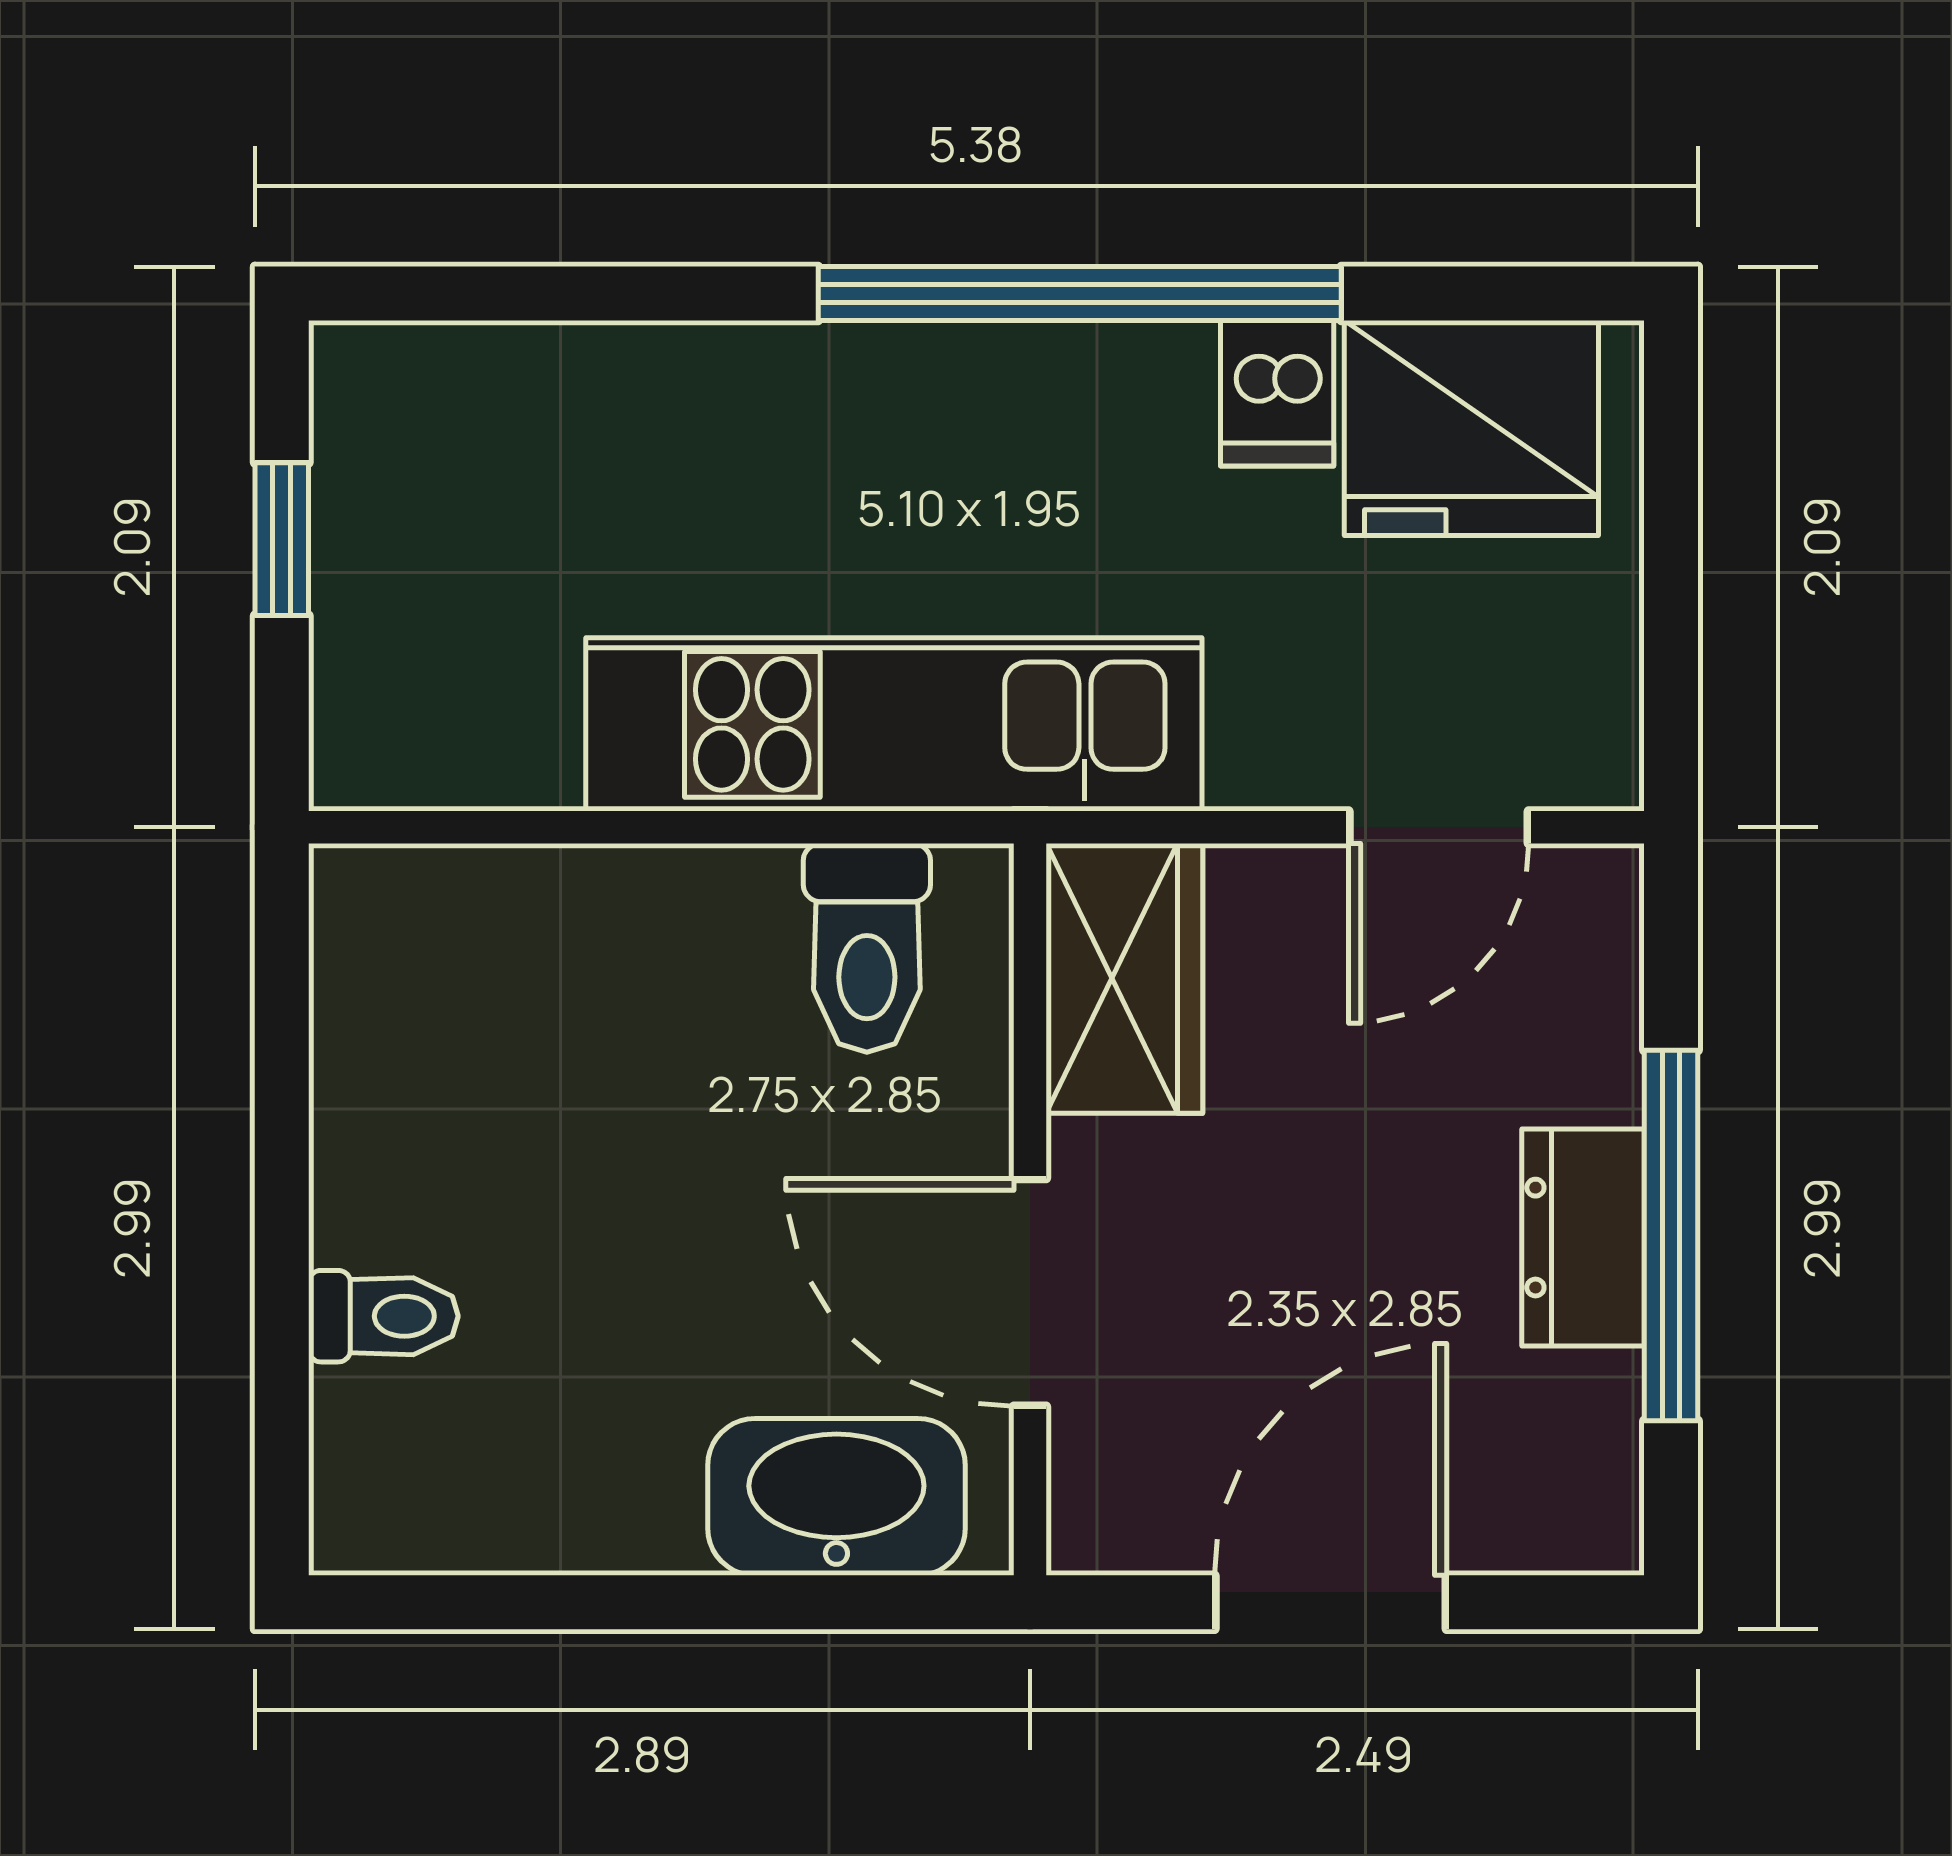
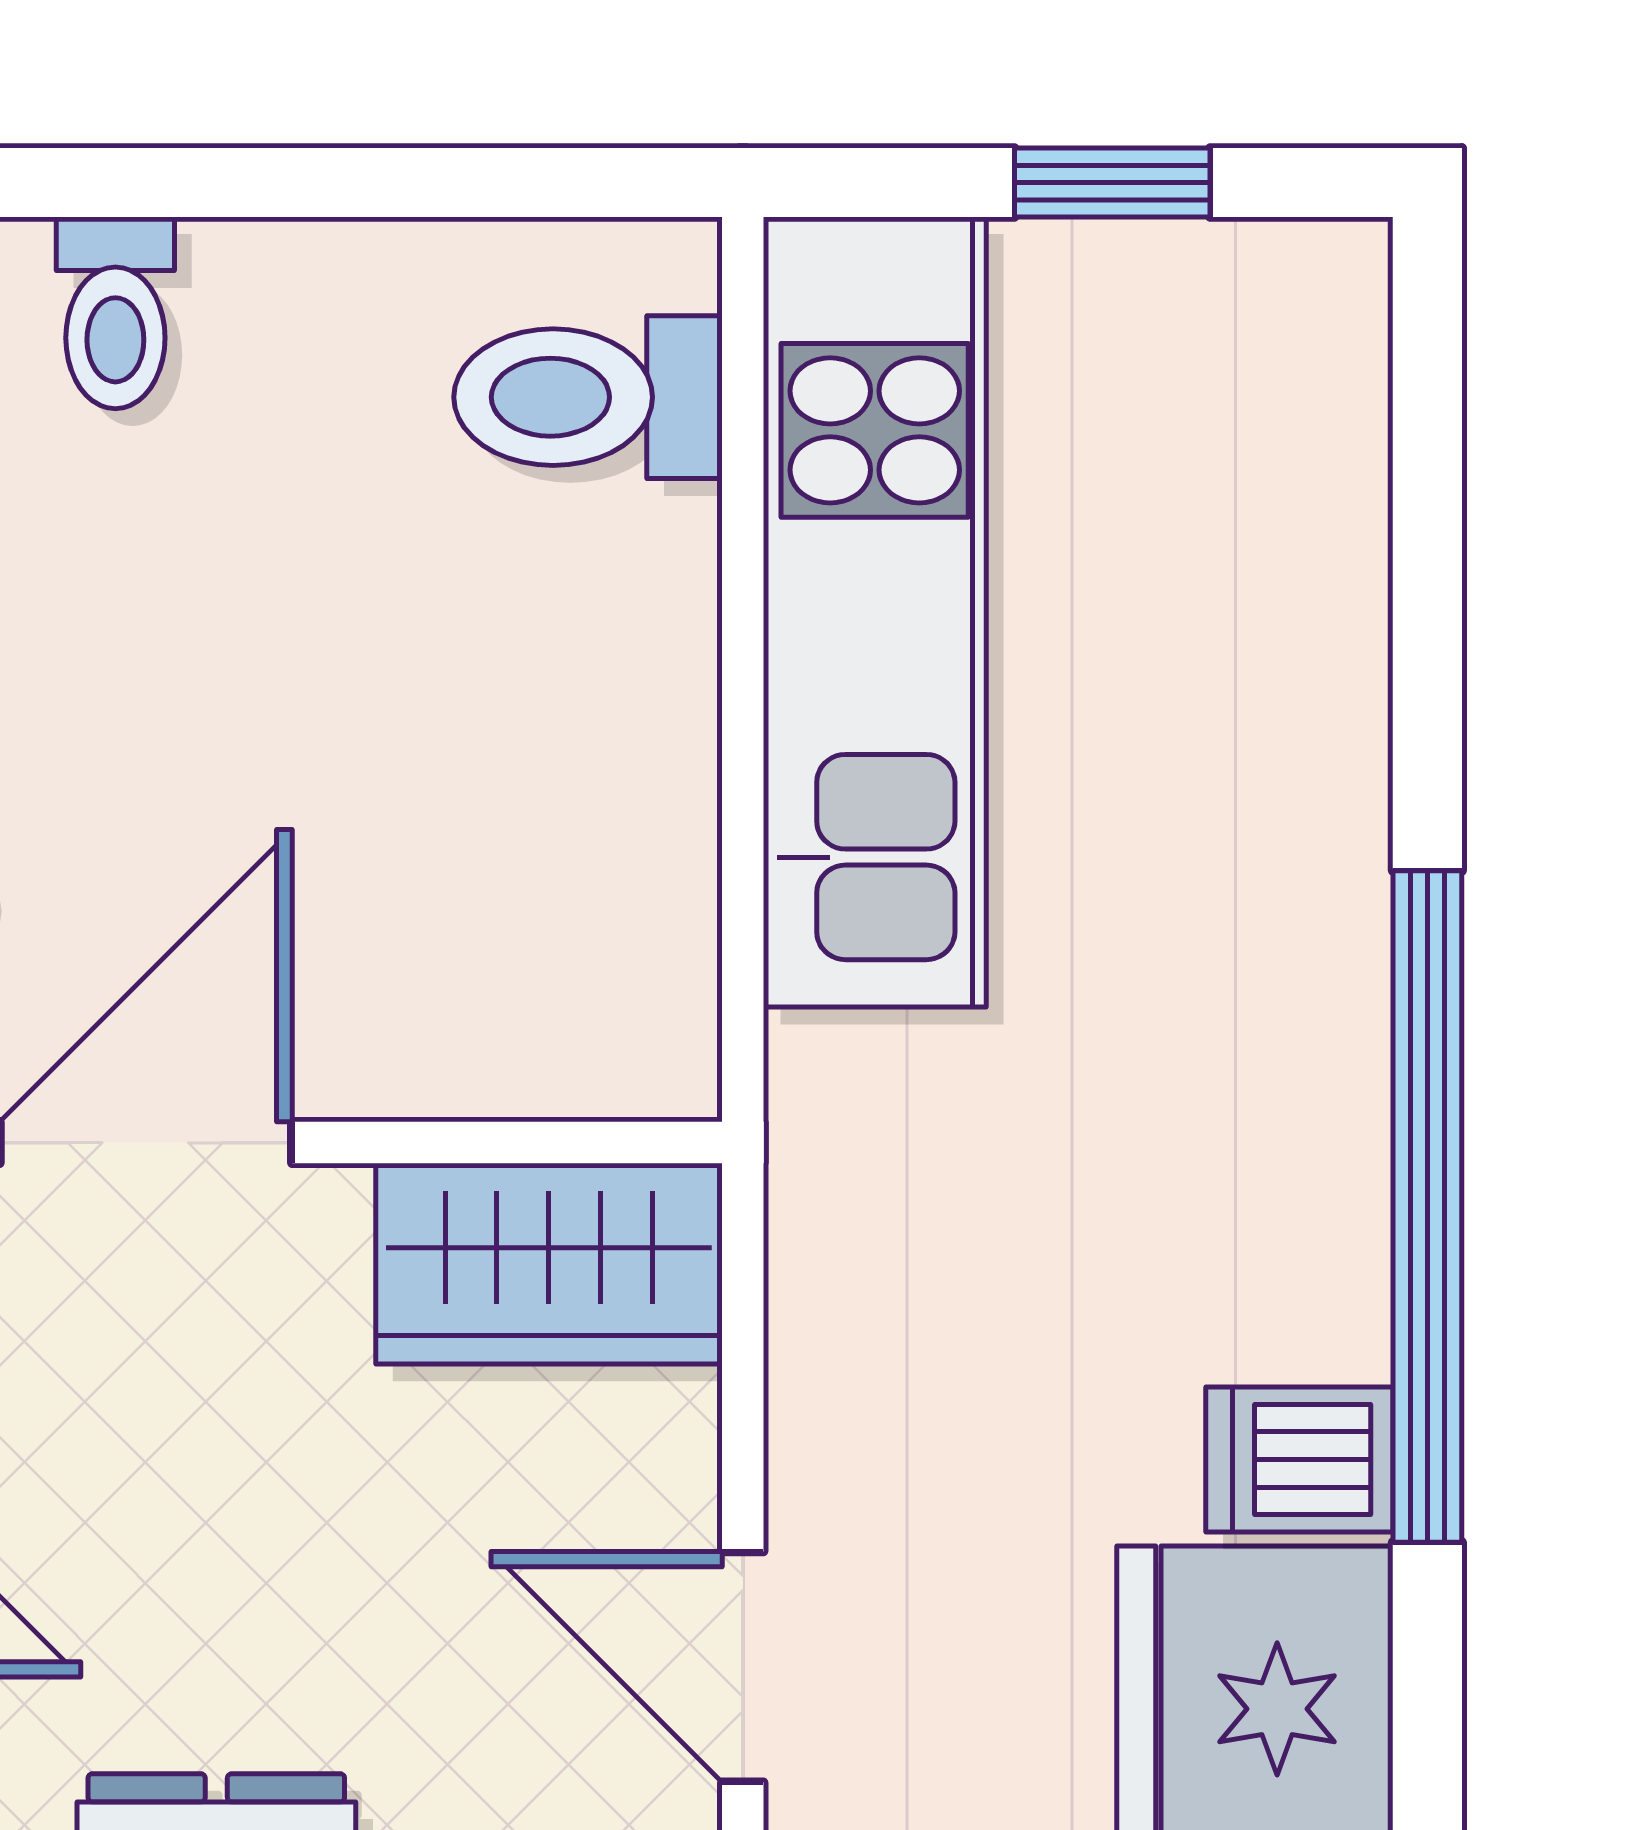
kitchen unit: (894, 724) -> (875, 612), moved
toilet: (867, 948) -> (588, 397), moved

